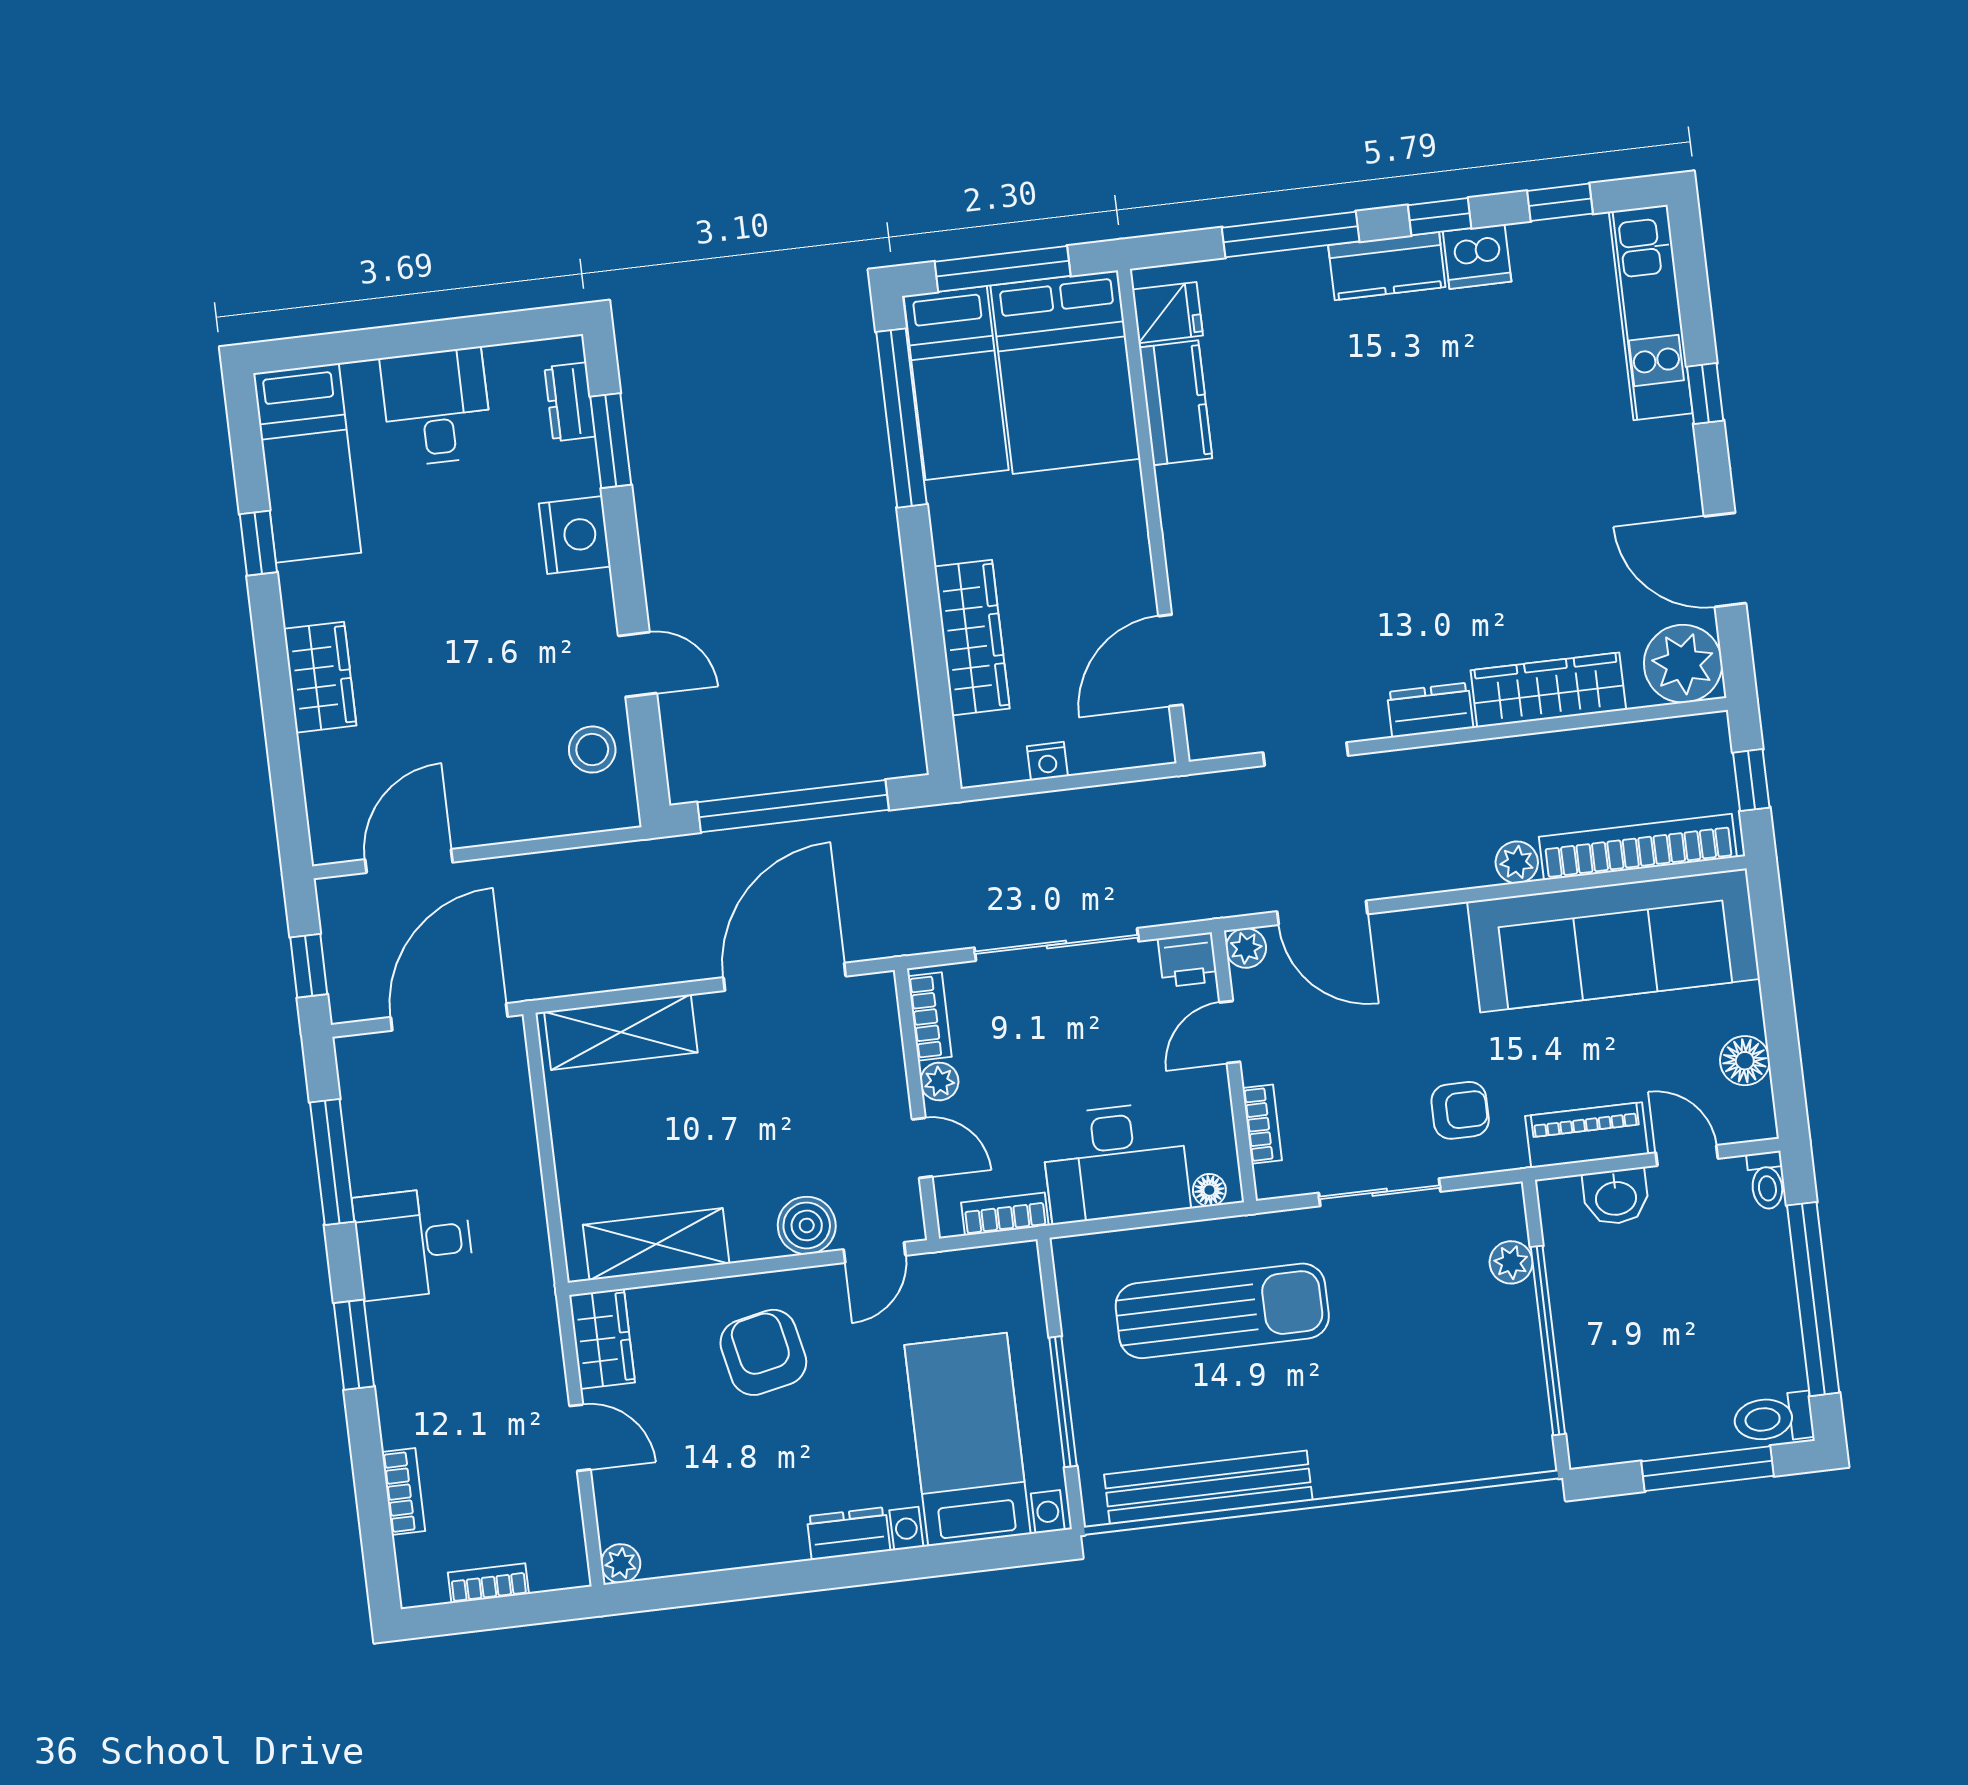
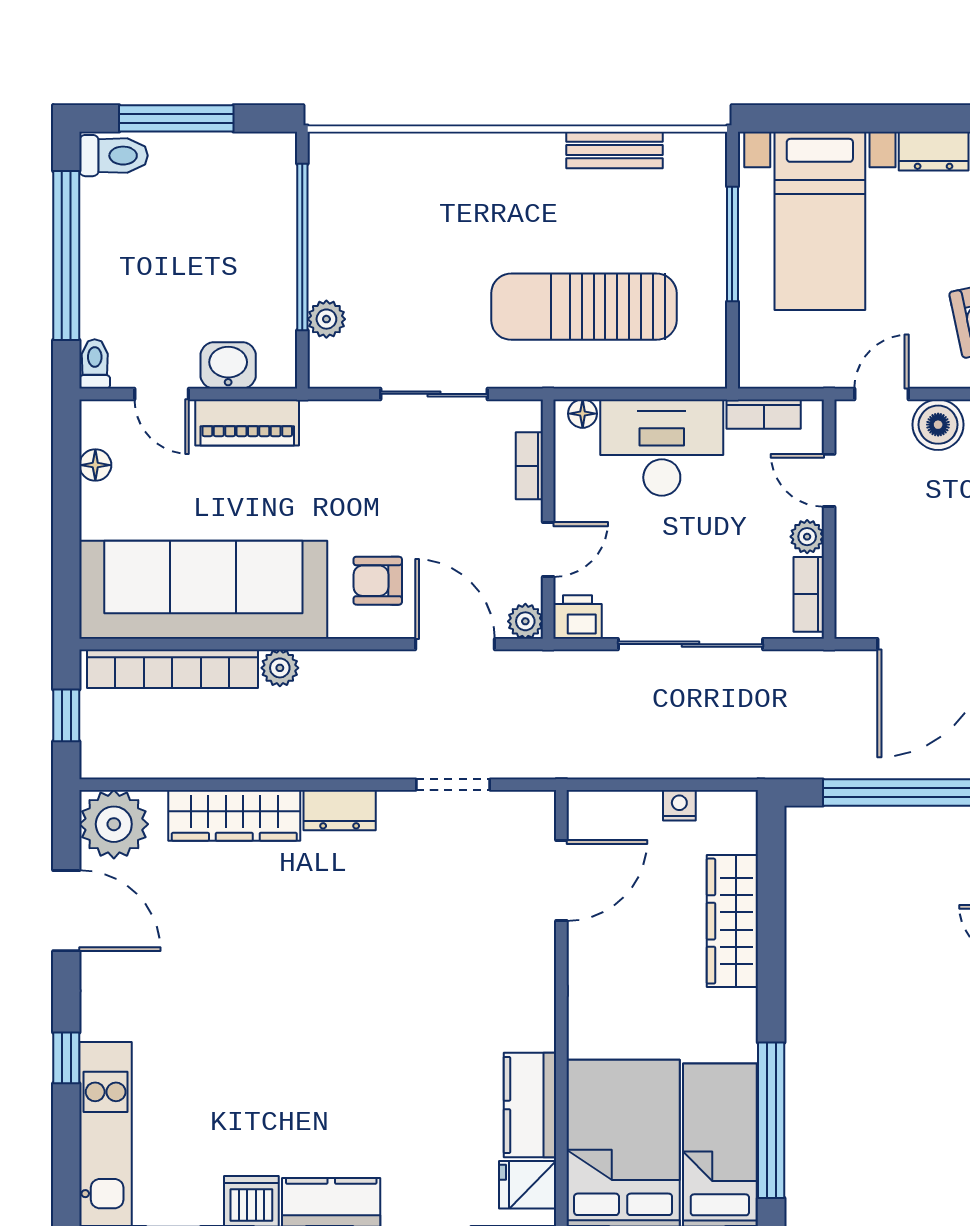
floor lamp: (1745, 1061) -> (95, 465), width x0.73, depth x0.73
armchair: (1460, 1110) -> (378, 581), moved
bench: (1208, 1488) -> (614, 150), width x0.54, depth x0.82

